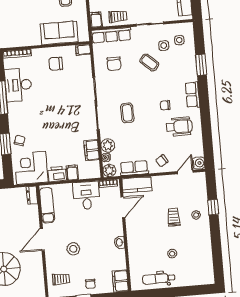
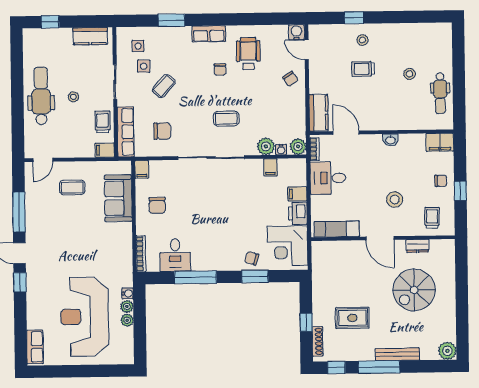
desk: (18, 85) -> (175, 255), width x0.73
filing cabinet: (92, 150) -> (270, 167), width x0.50
row of seats: (134, 168) -> (297, 115), removed
dresser: (32, 195) -> (417, 246), moved

